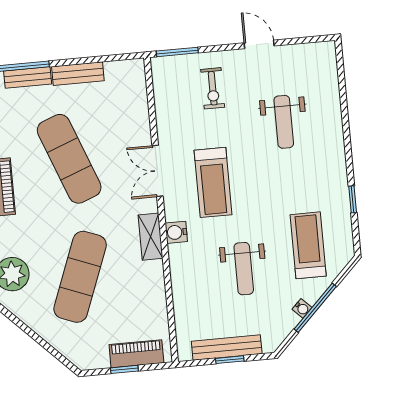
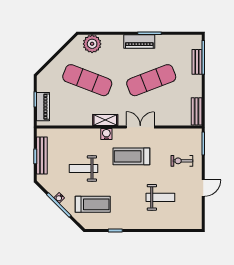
bench: (78, 74) -> (197, 111), moved
weight bench: (284, 122) -> (160, 197), turned 180

